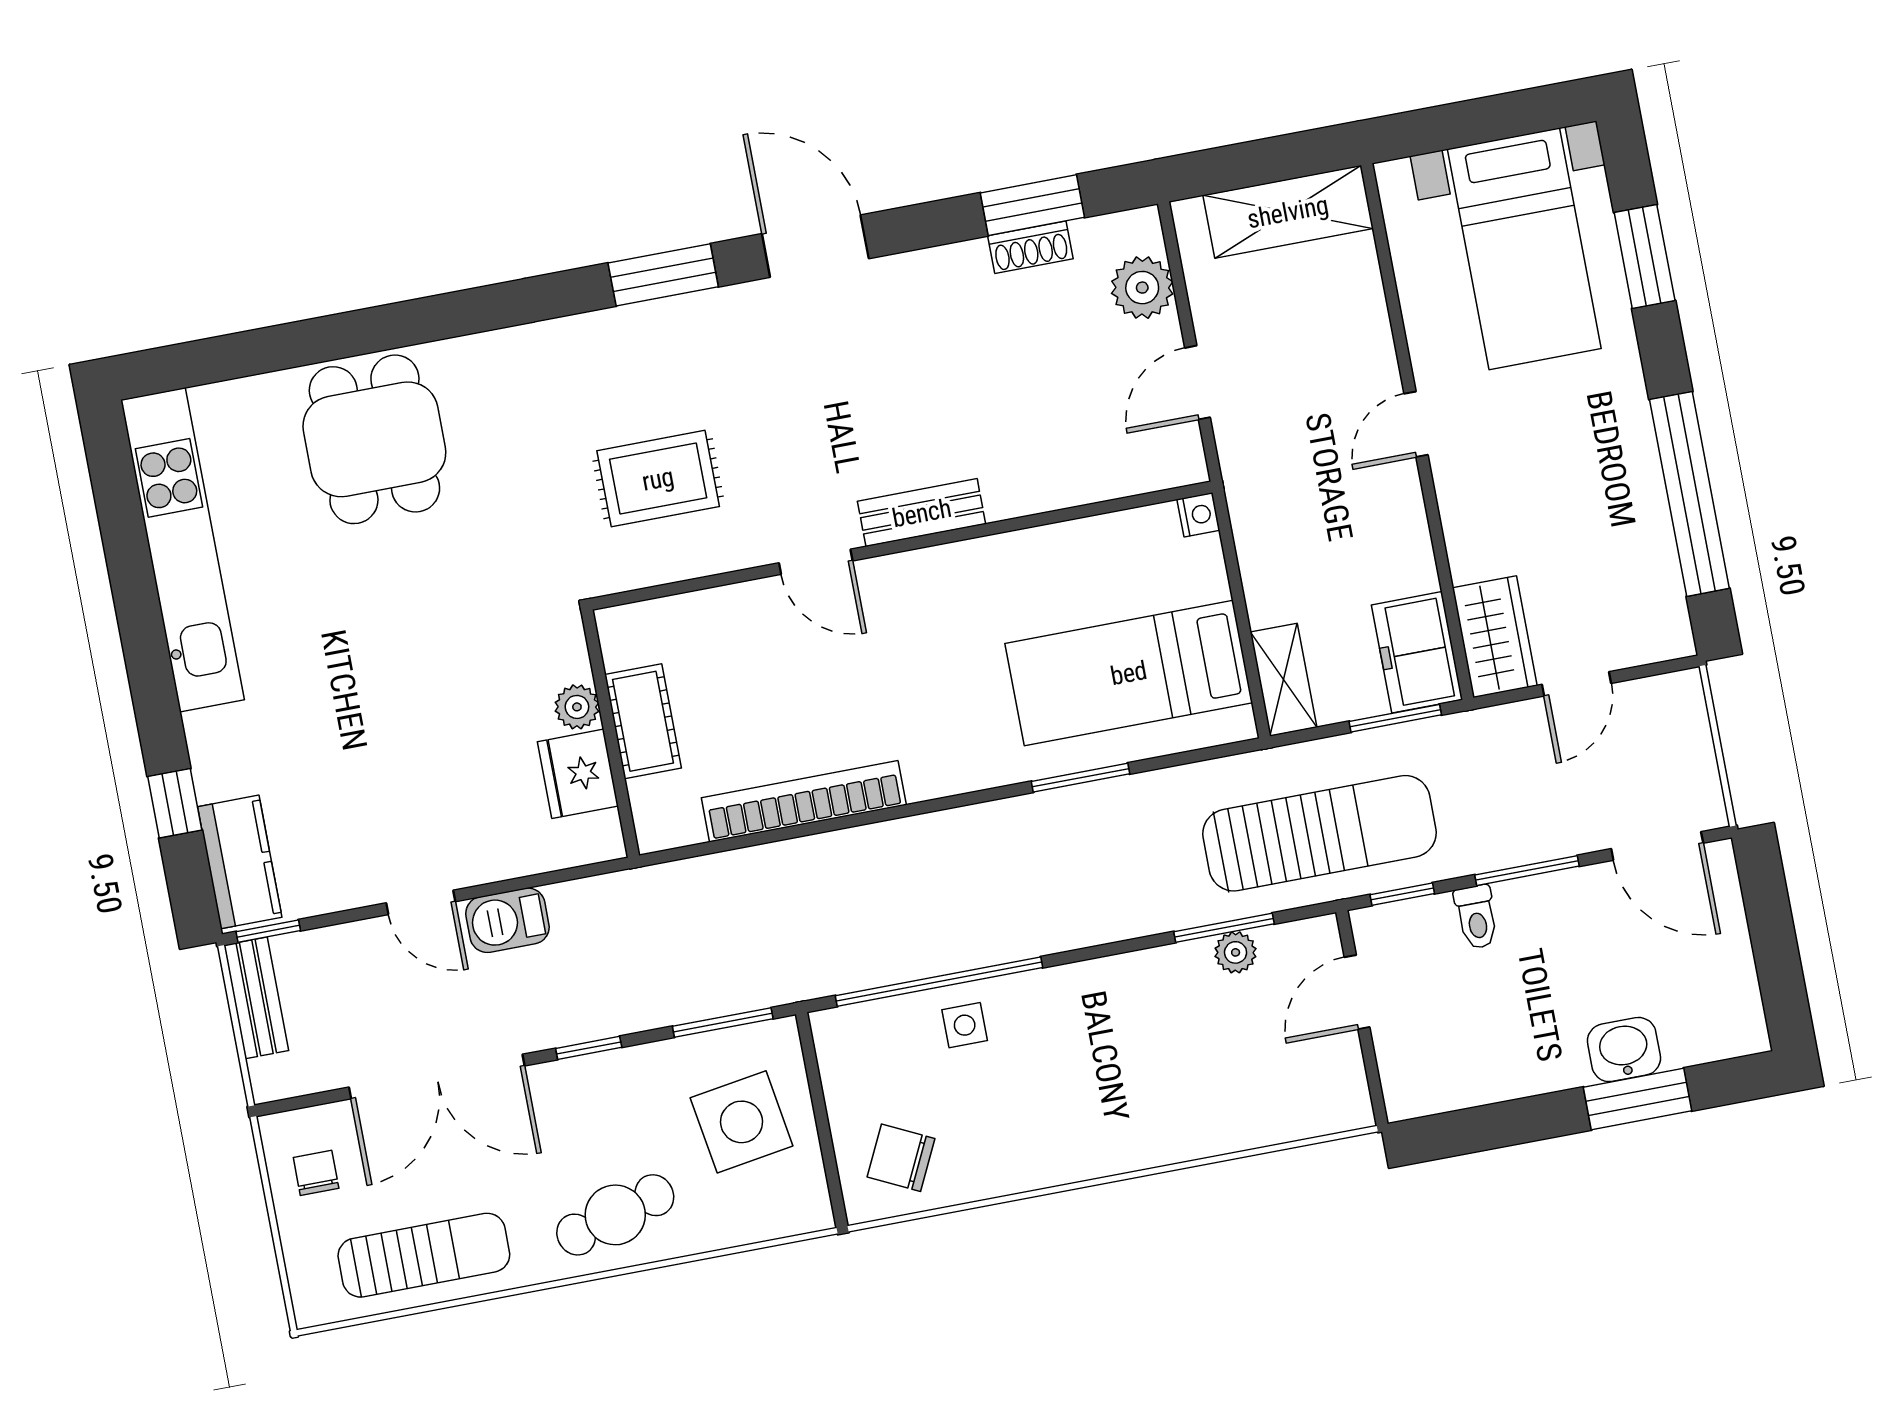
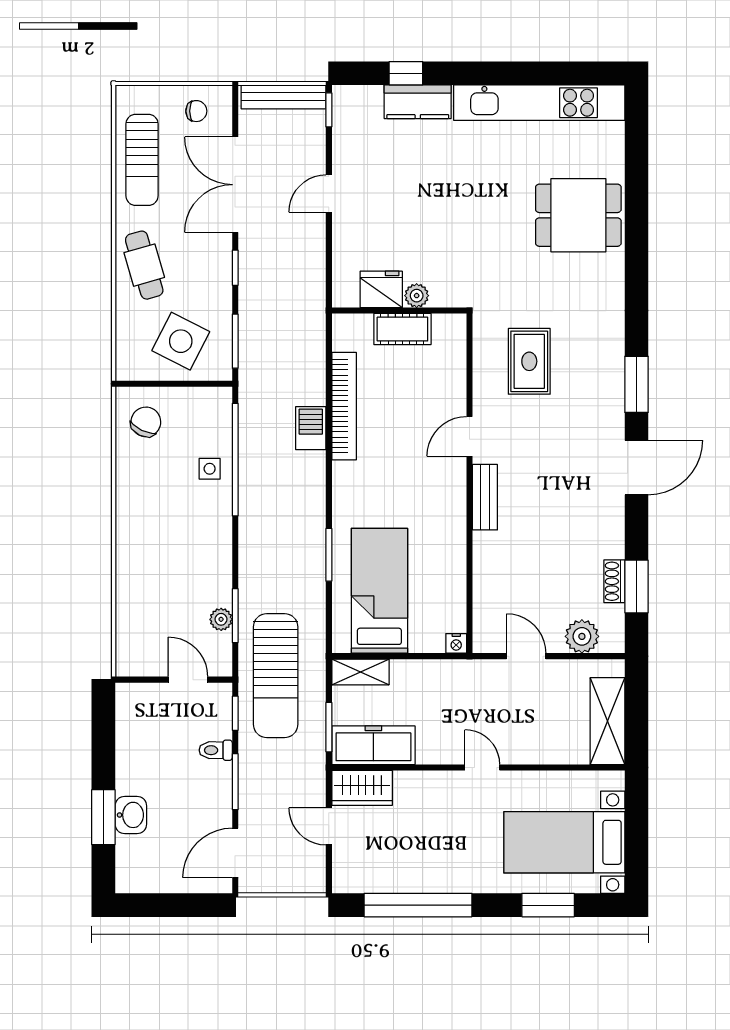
freezer: (1417, 652) -> (373, 745), width x1.40
kitchen counter: (240, 862) -> (418, 102), moved
barbecue: (507, 920) -> (311, 428), moved
bench: (256, 998) -> (283, 97), width x1.36
side table: (742, 1122) -> (181, 341), turned 36

